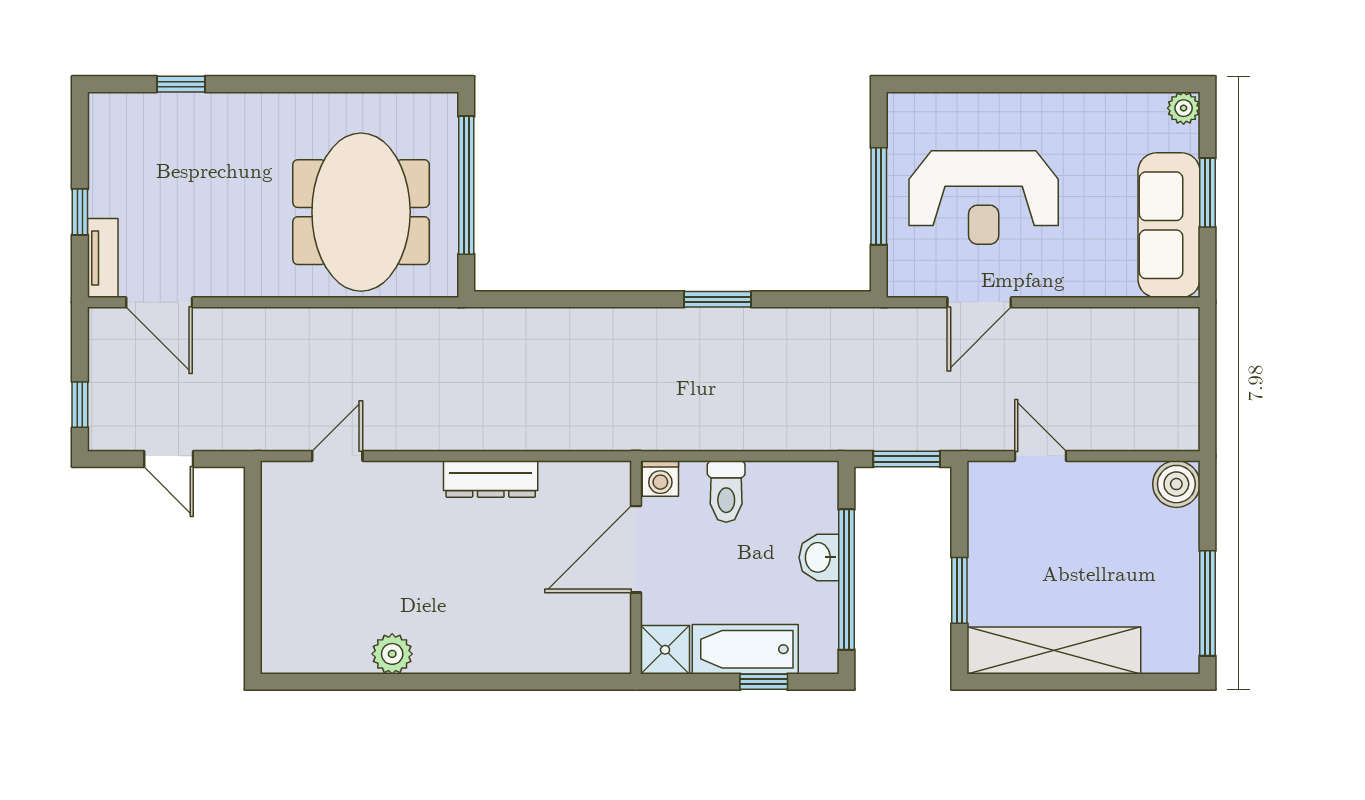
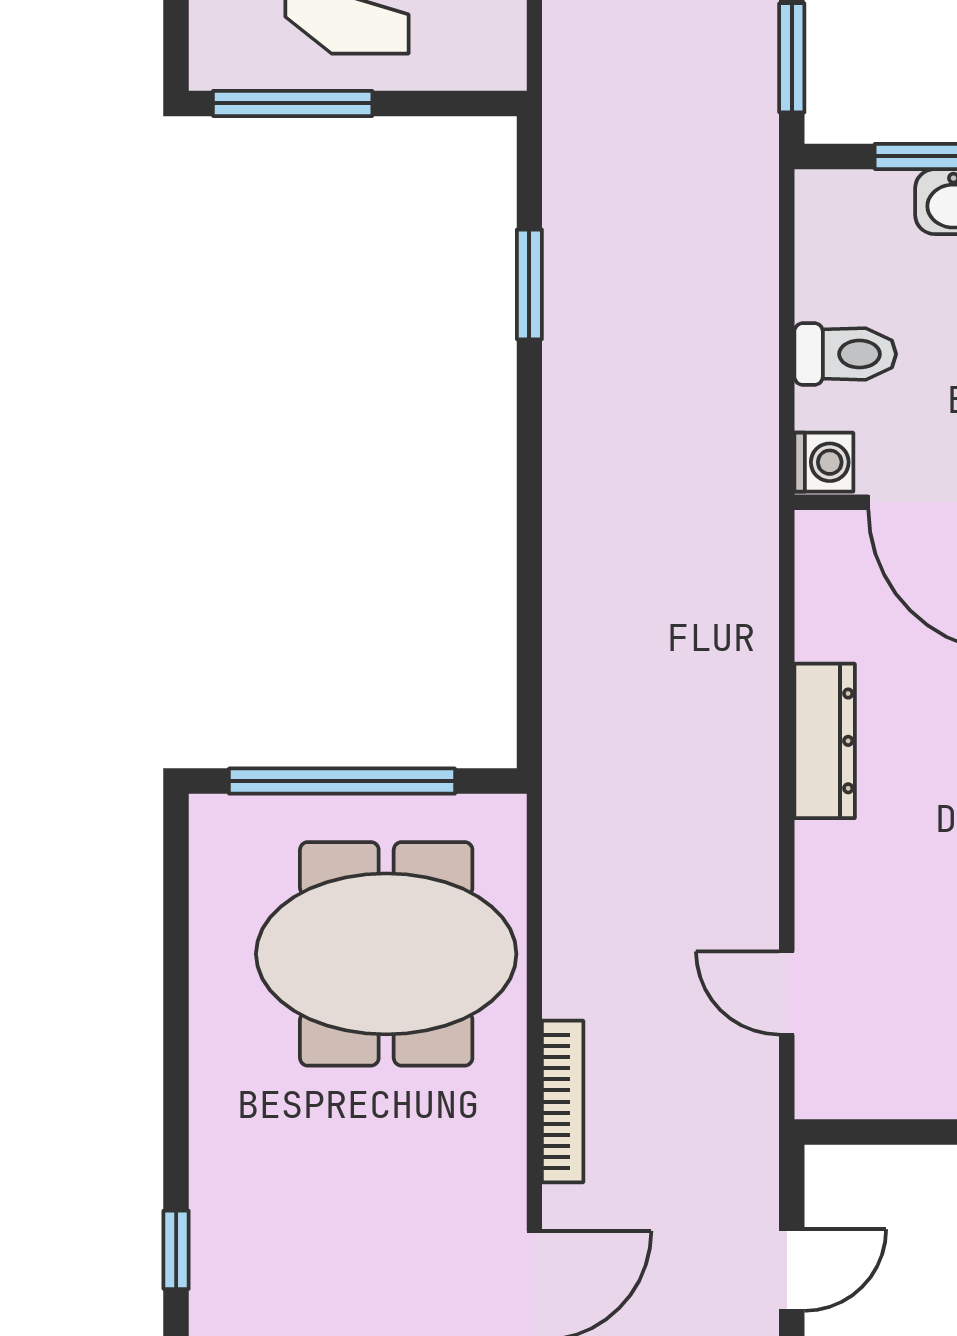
window: (879, 196) -> (293, 103), moved
window: (718, 299) -> (529, 284), moved
bookcase: (271, 320) -> (563, 1102), added

